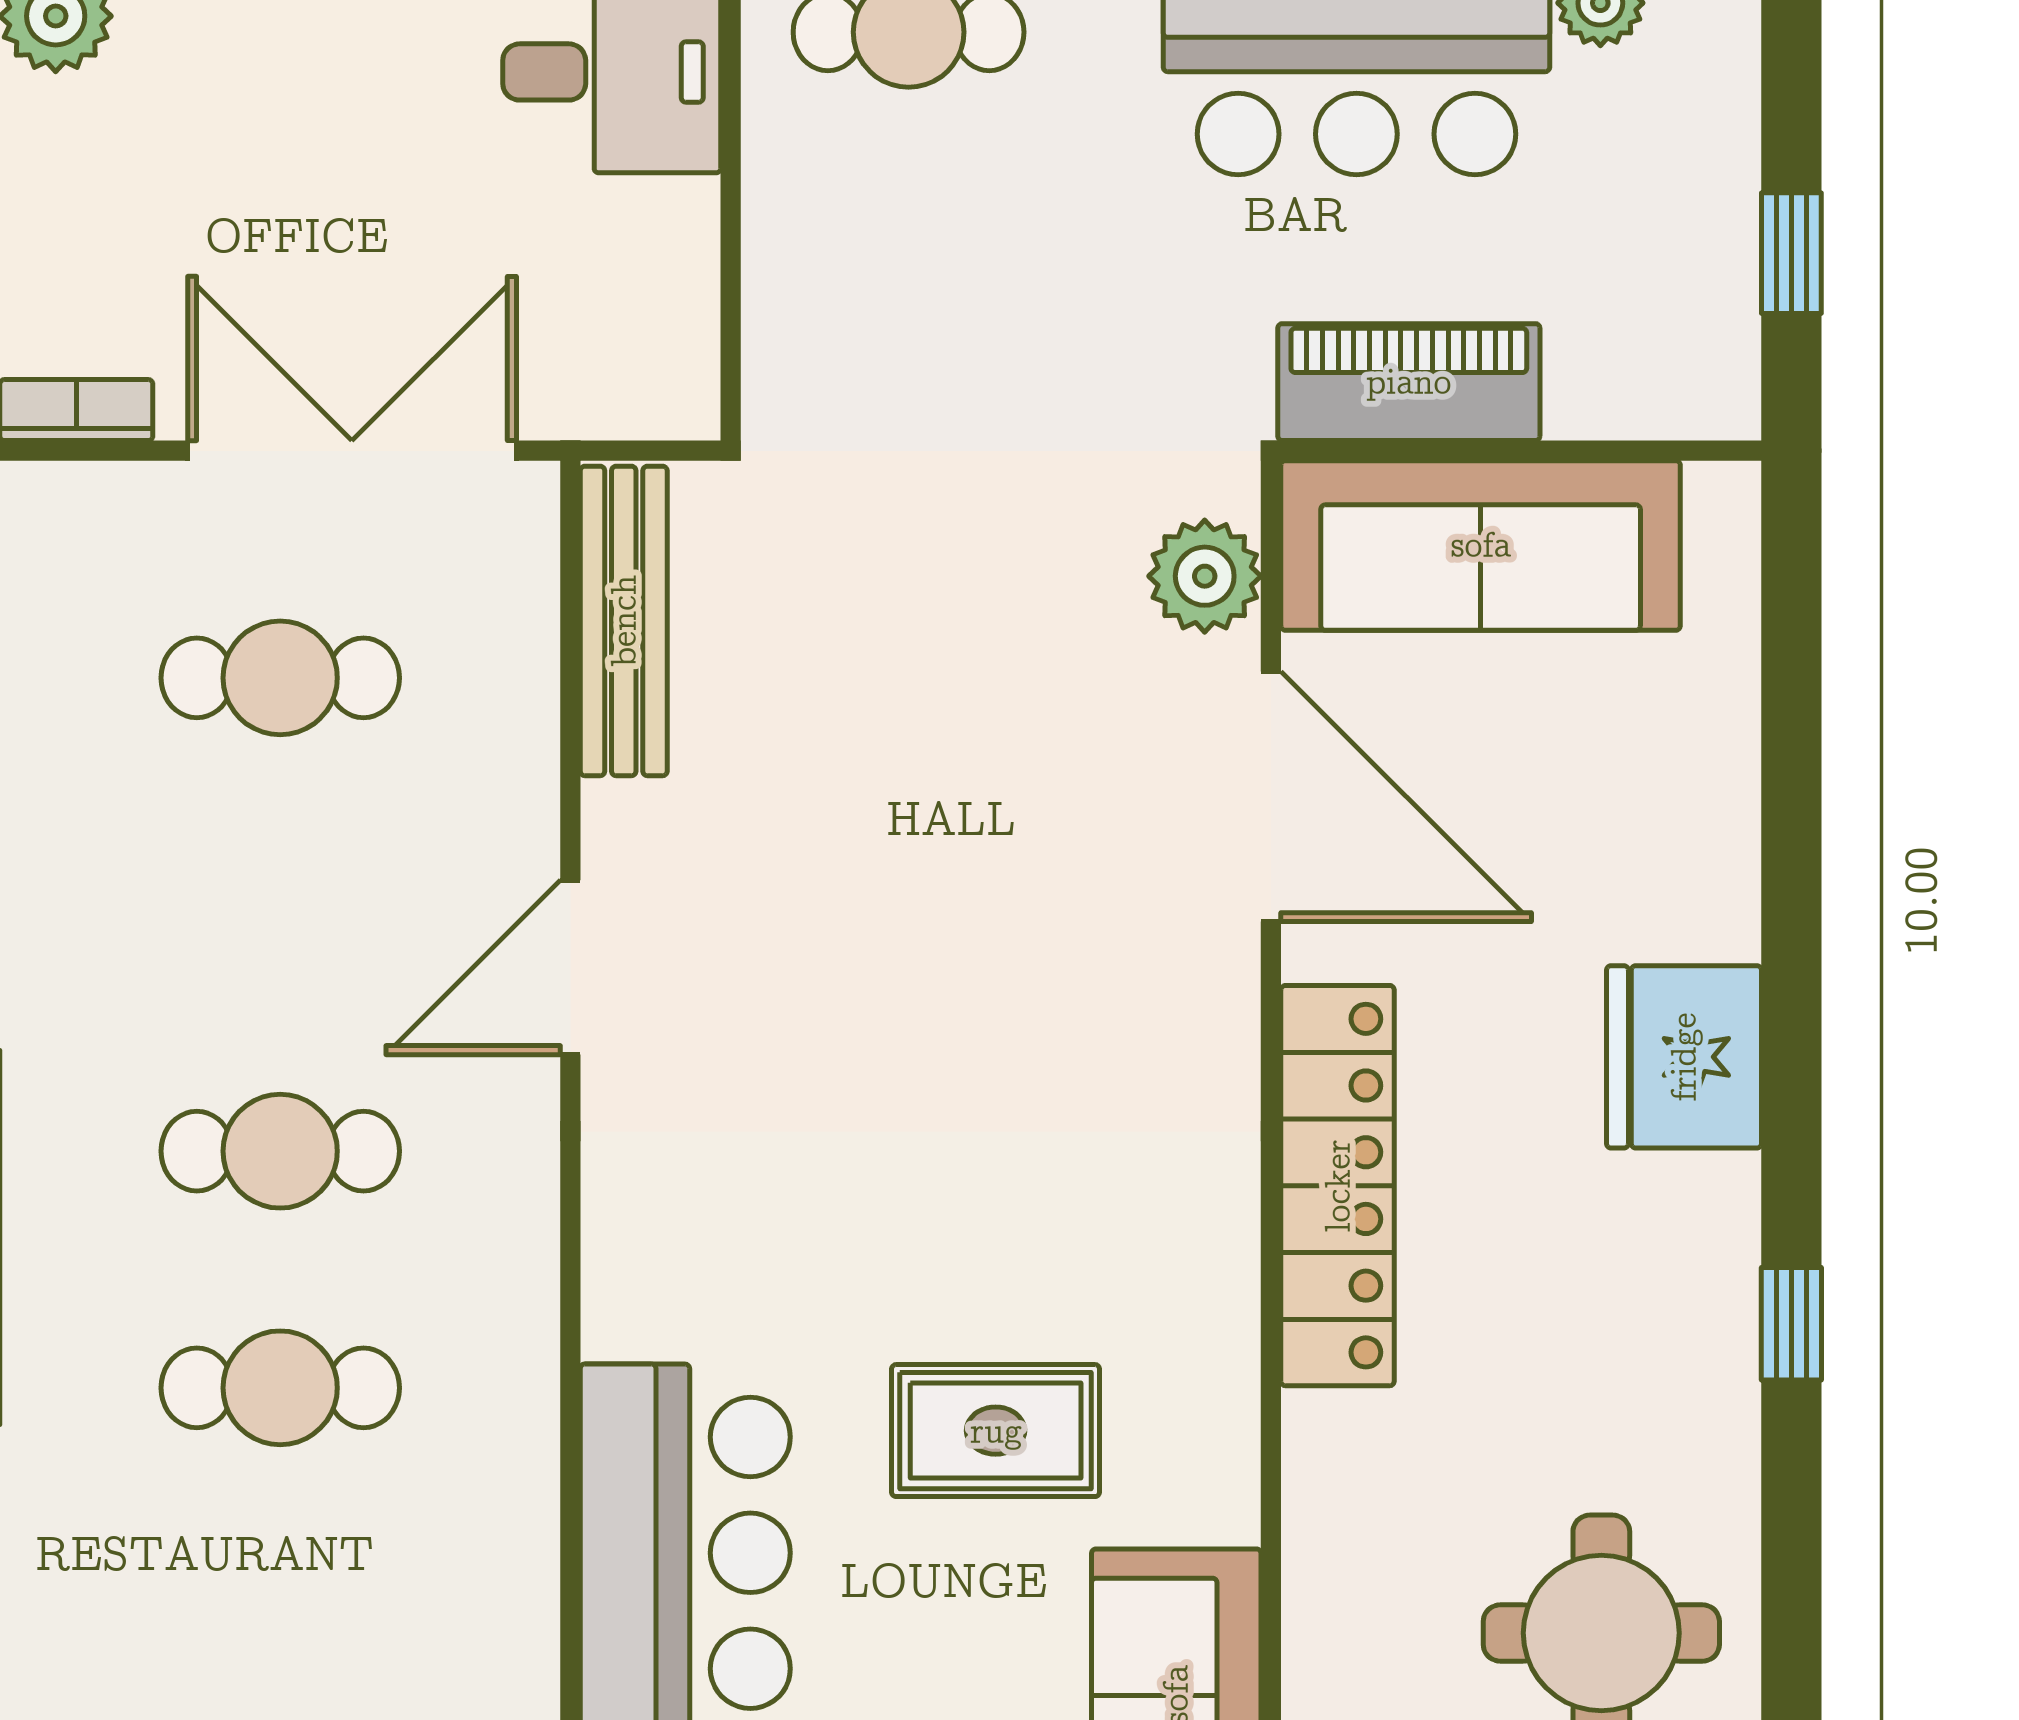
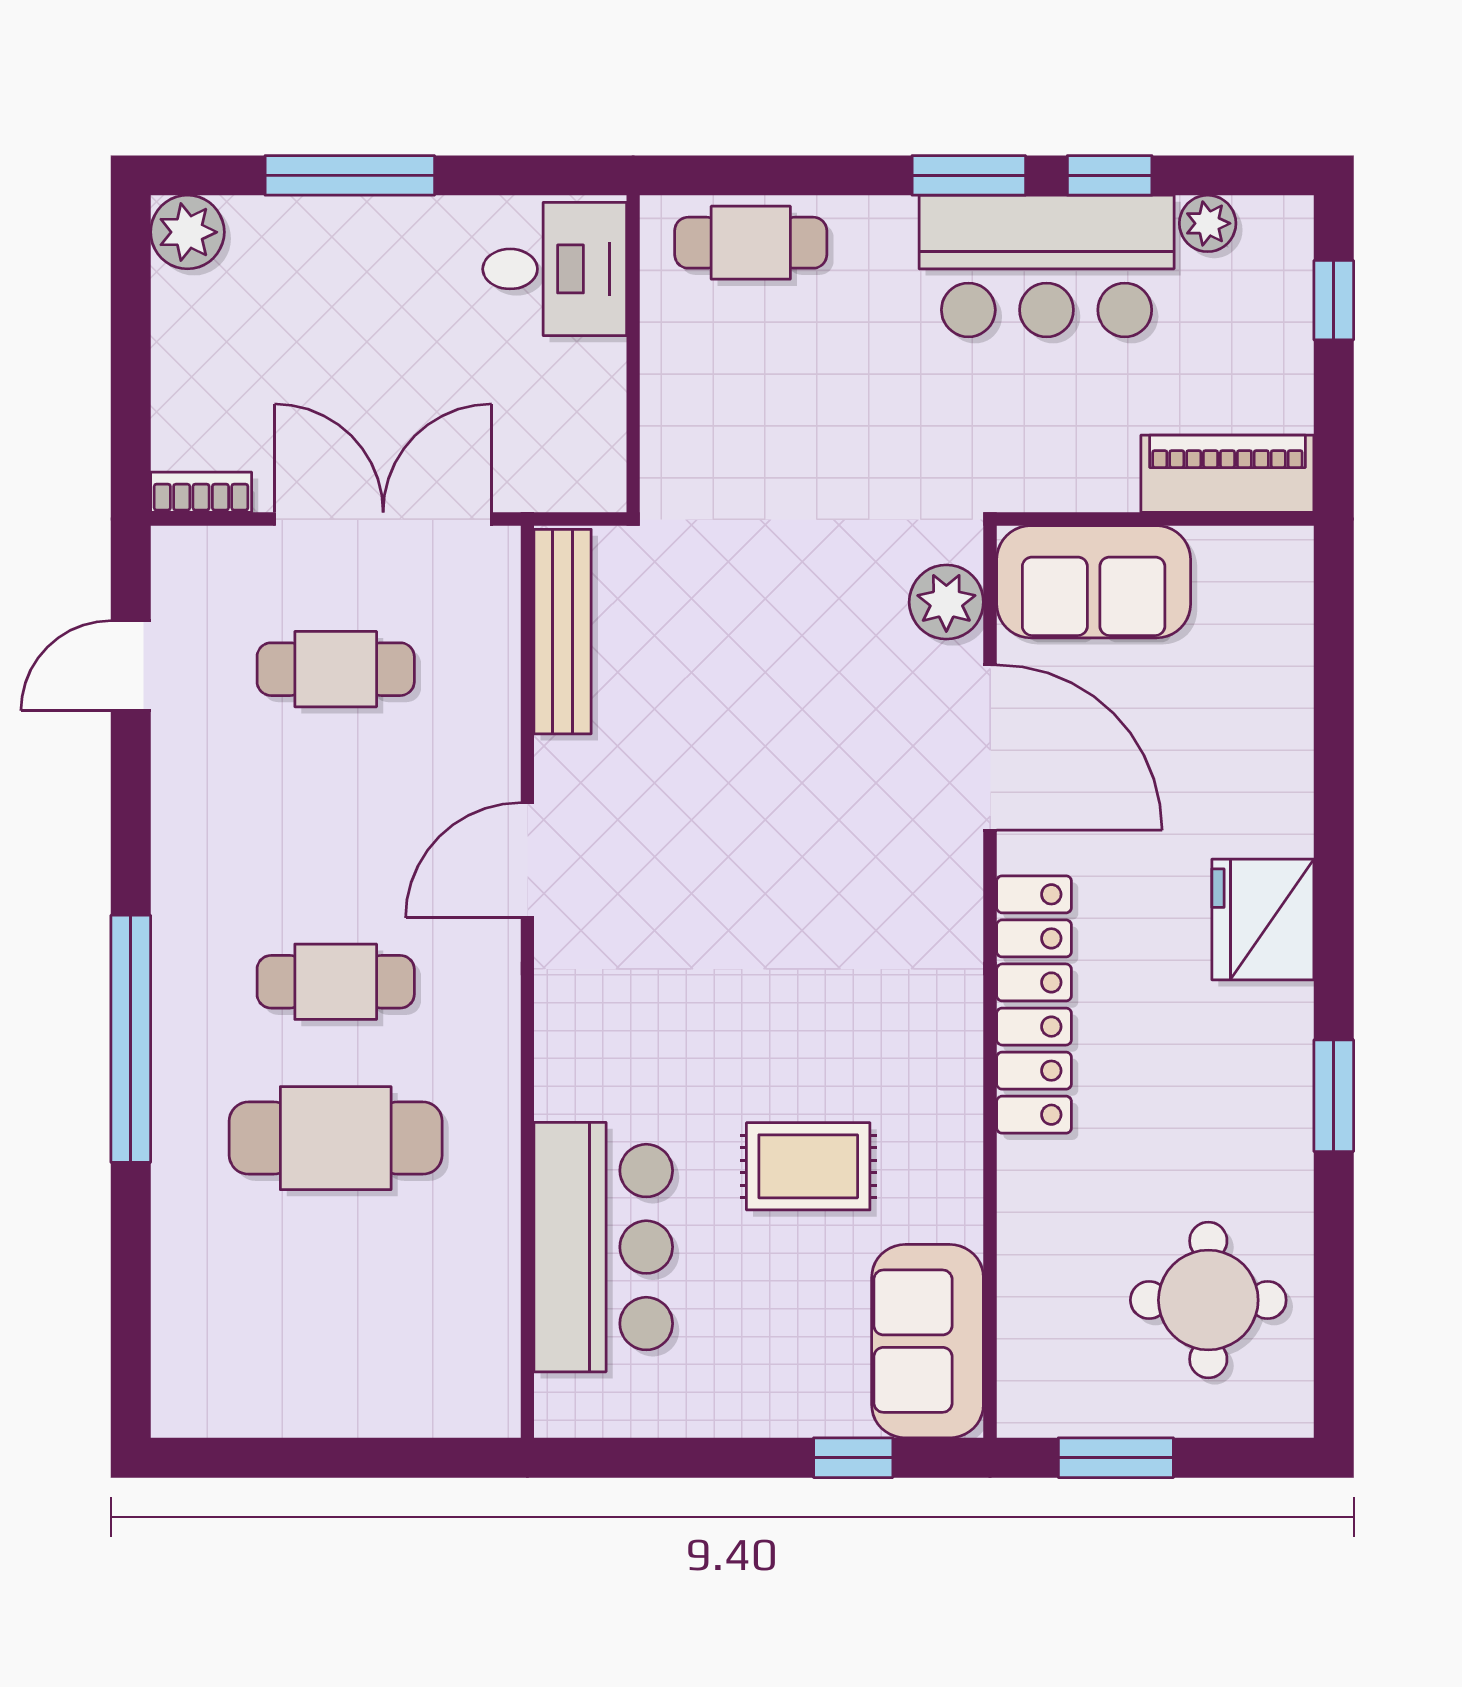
window: (1791, 253) -> (1334, 300), moved
piano: (1409, 382) -> (1227, 474), moved
sofa: (1481, 545) -> (1094, 582), width x0.73
window: (1791, 1324) -> (1334, 1096), width x1.50
cafe table: (280, 1388) -> (336, 1138), width x1.37, depth x1.35

